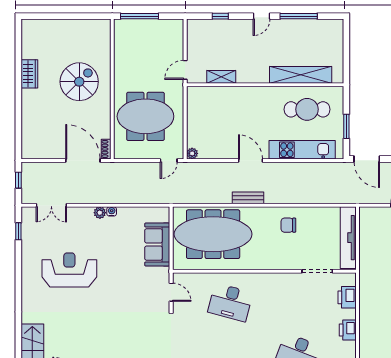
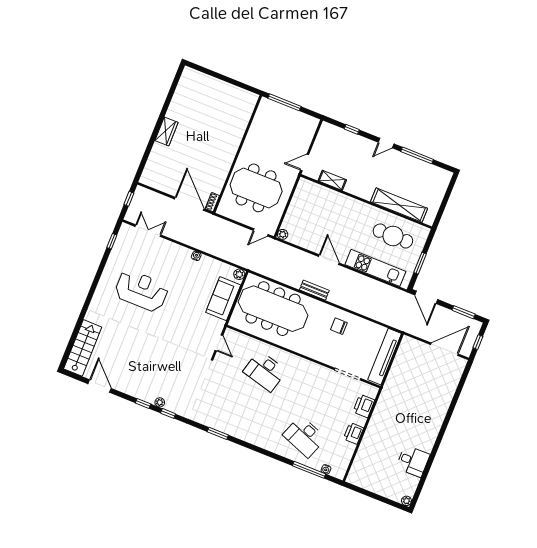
wardrobe: (29, 74) -> (166, 131), moved
spiral stairs: (79, 82) -> (212, 137), removed
double door: (51, 205) -> (148, 231), swing flipped
plant: (100, 213) -> (239, 274), moved

